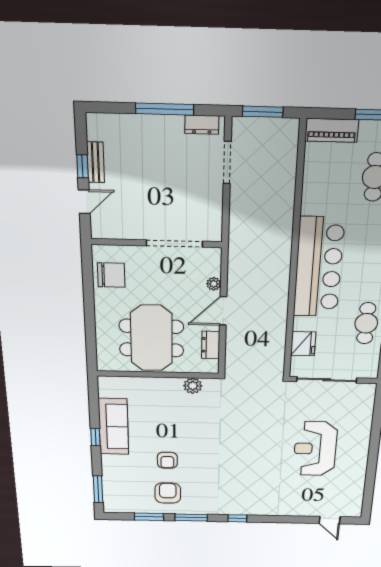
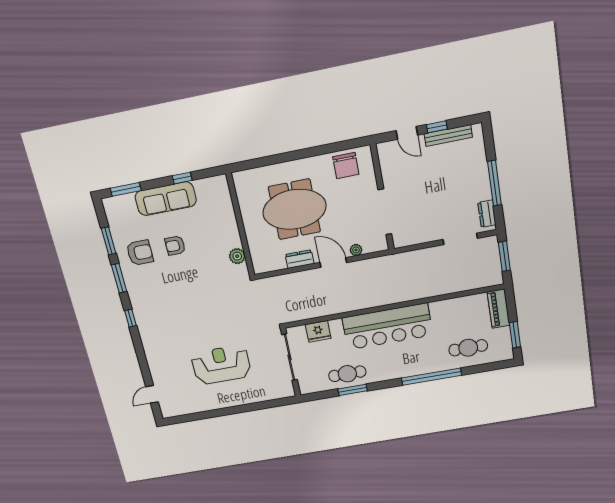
bench: (95, 162) -> (448, 136), width x1.36
wall: (158, 375) -> (240, 225), moved
plant: (193, 386) -> (237, 256), moved
sofa: (114, 427) -> (166, 199), moved

